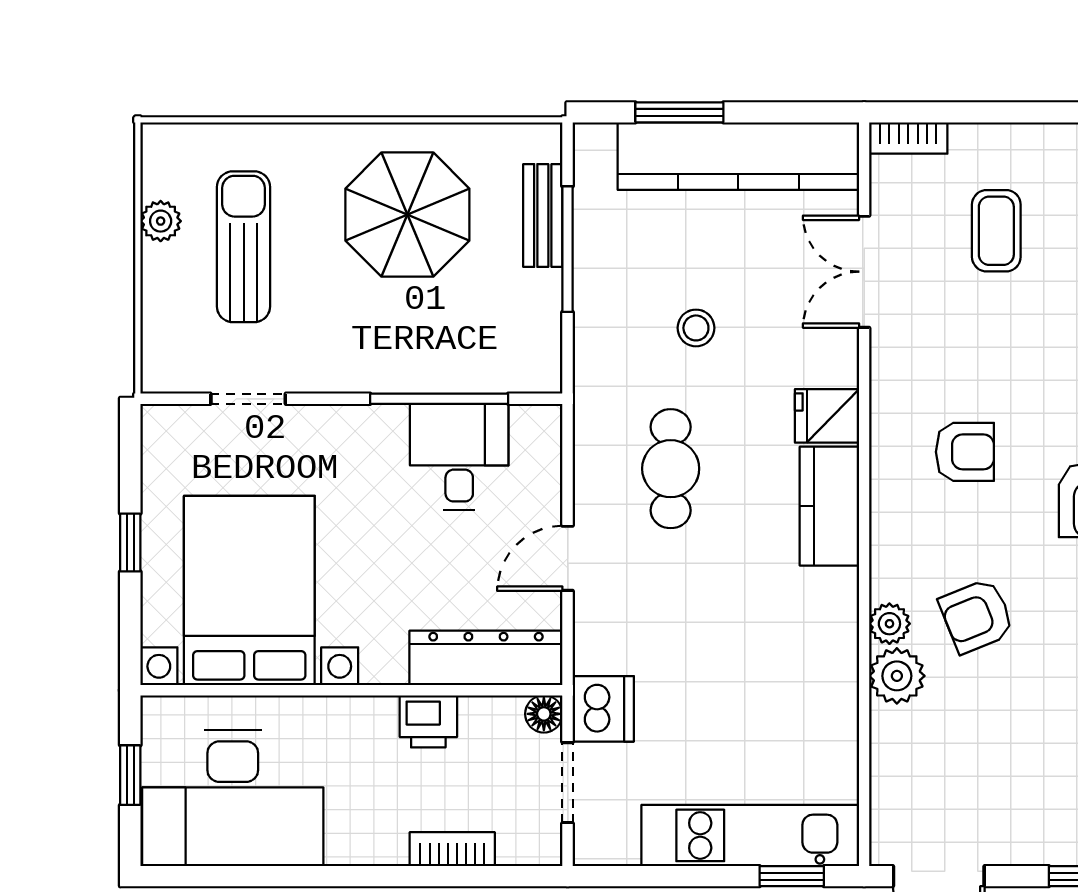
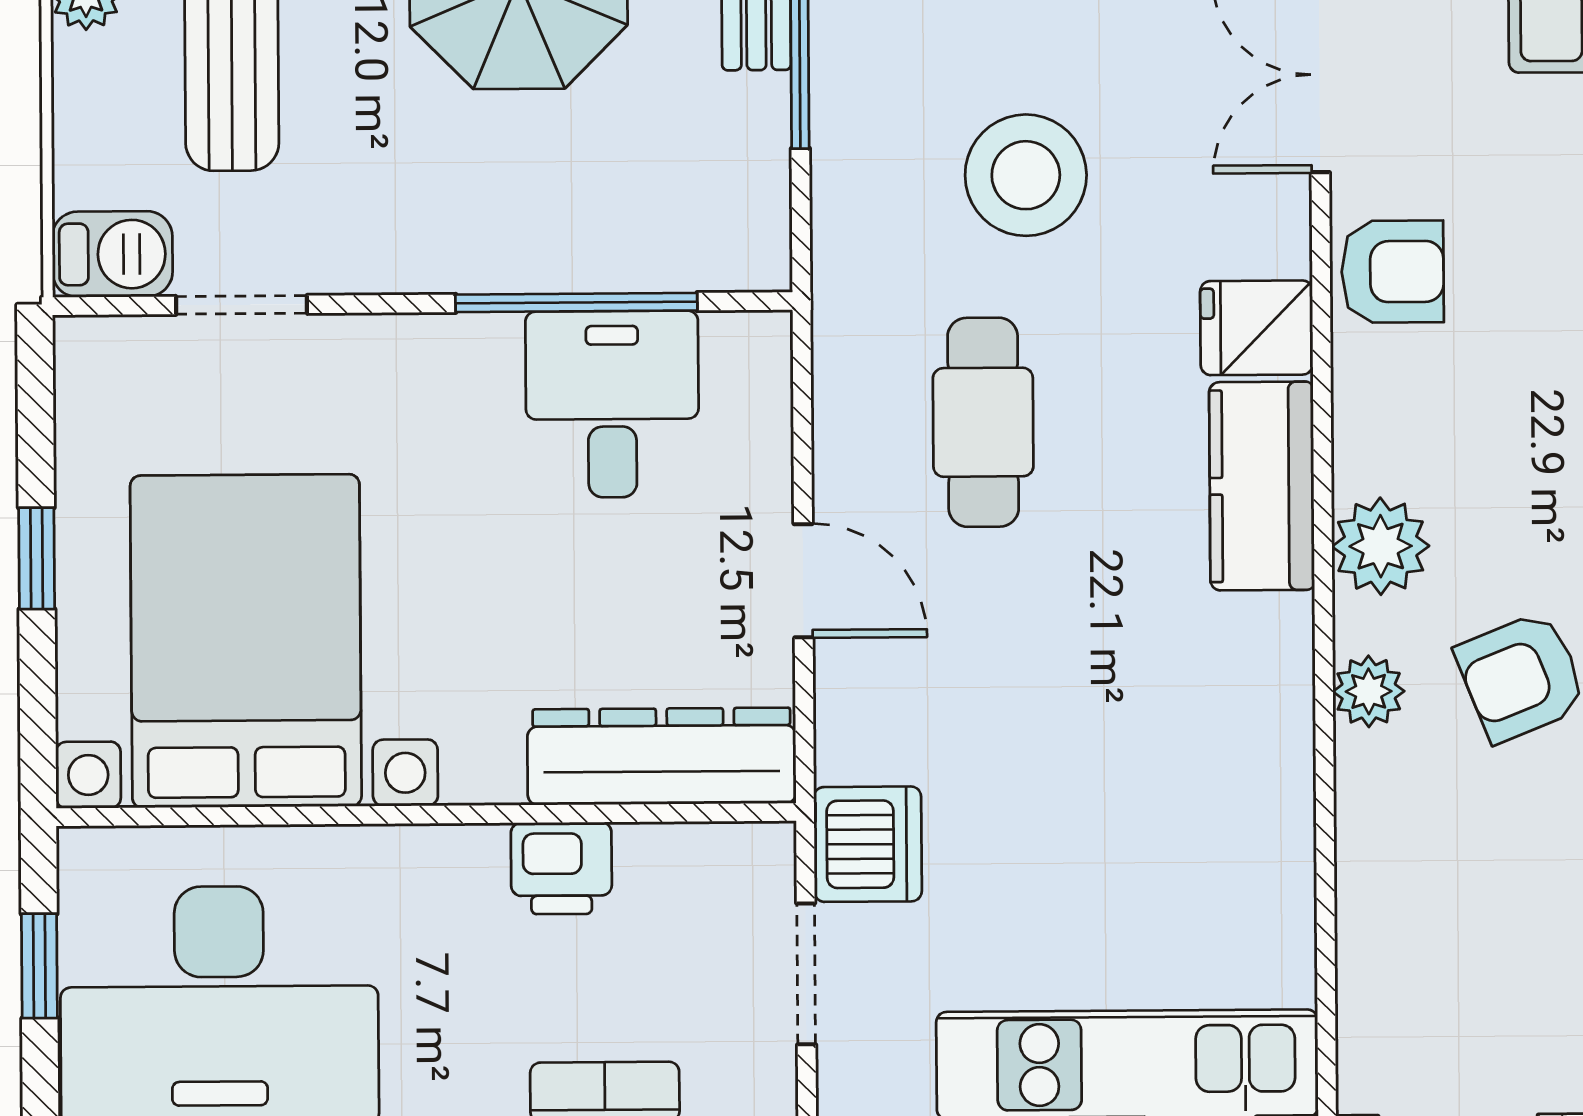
stool: (696, 328) -> (1026, 175), width x1.89, depth x1.89
barbecue: (175, 369) -> (112, 254), added
armchair: (965, 452) -> (1393, 272), moved
door: (568, 558) -> (803, 581), swing flipped
plant: (897, 676) -> (1381, 546), moved
floor lamp: (544, 714) -> (764, 854), removed

